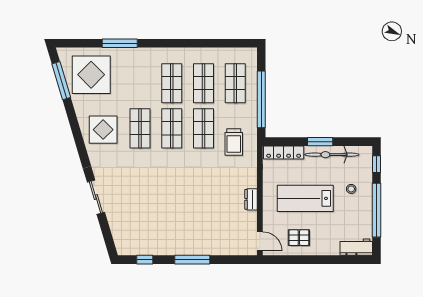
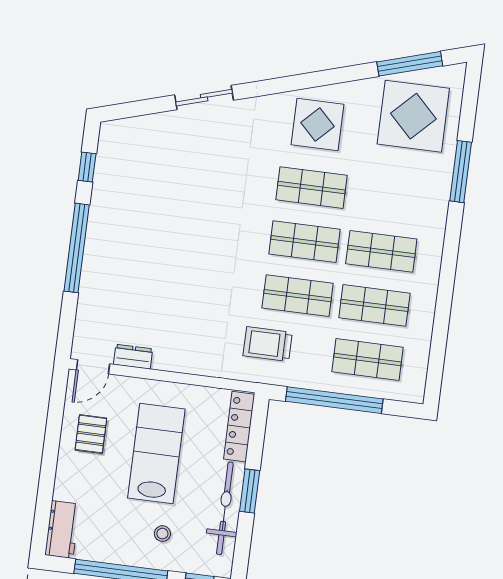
dresser: (251, 199) -> (133, 357), moved
window: (192, 260) -> (77, 248), width x1.46

